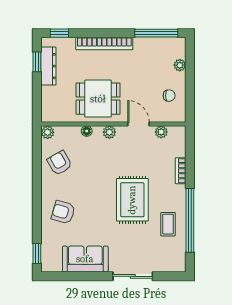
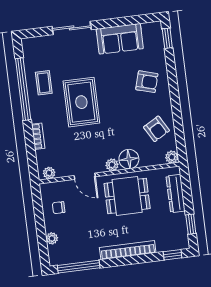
dresser: (48, 66) -> (176, 193), moved
floor lamp: (87, 131) -> (129, 159), width x1.89, depth x1.89
plant: (161, 132) -> (49, 173), moved

